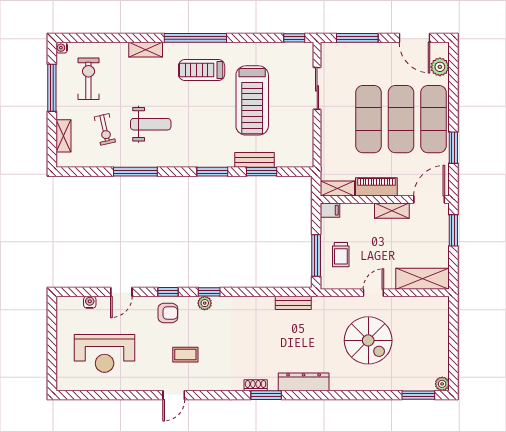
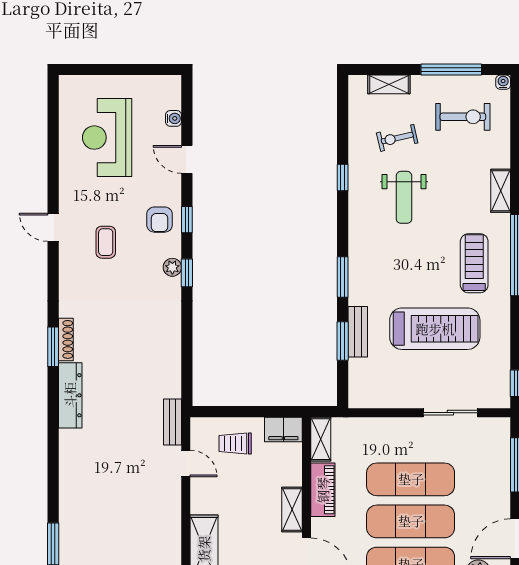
treadmill: (252, 100) -> (435, 329), turned 180
window: (135, 172) -> (343, 178), width x0.46
filing cabinet: (330, 210) -> (283, 430), width x2.00
window: (316, 256) -> (234, 412), removed
door: (373, 293) -> (186, 463), moved
bench: (293, 303) -> (173, 422), moved
spiral stairs: (368, 340) -> (124, 479), removed
shoe rack: (256, 385) -> (66, 339), width x1.43

